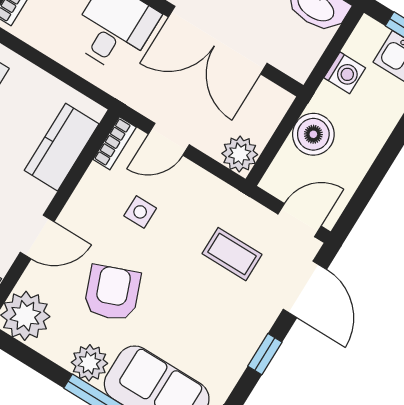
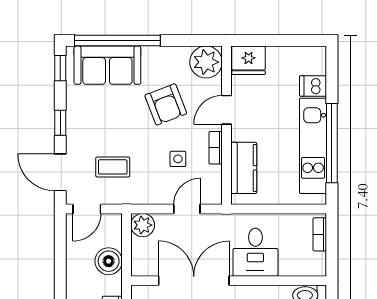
bookcase: (115, 143) -> (216, 148), moved
plant: (89, 363) -> (154, 58), removed

